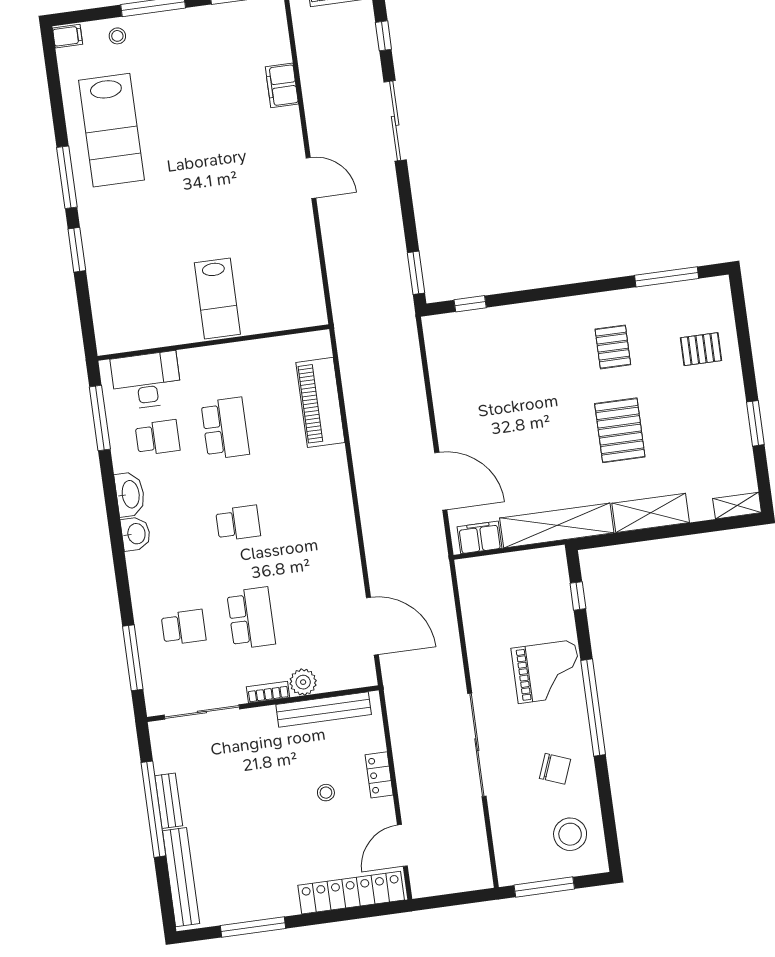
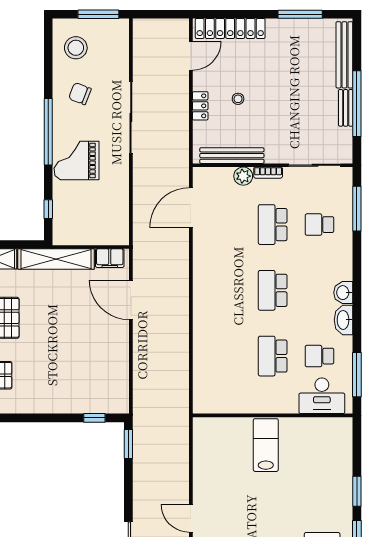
piano: (320, 402) -> (205, 365), removed
school desk: (238, 523) -> (273, 290), width x1.85
door: (372, 626) -> (191, 208), hinge flipped

